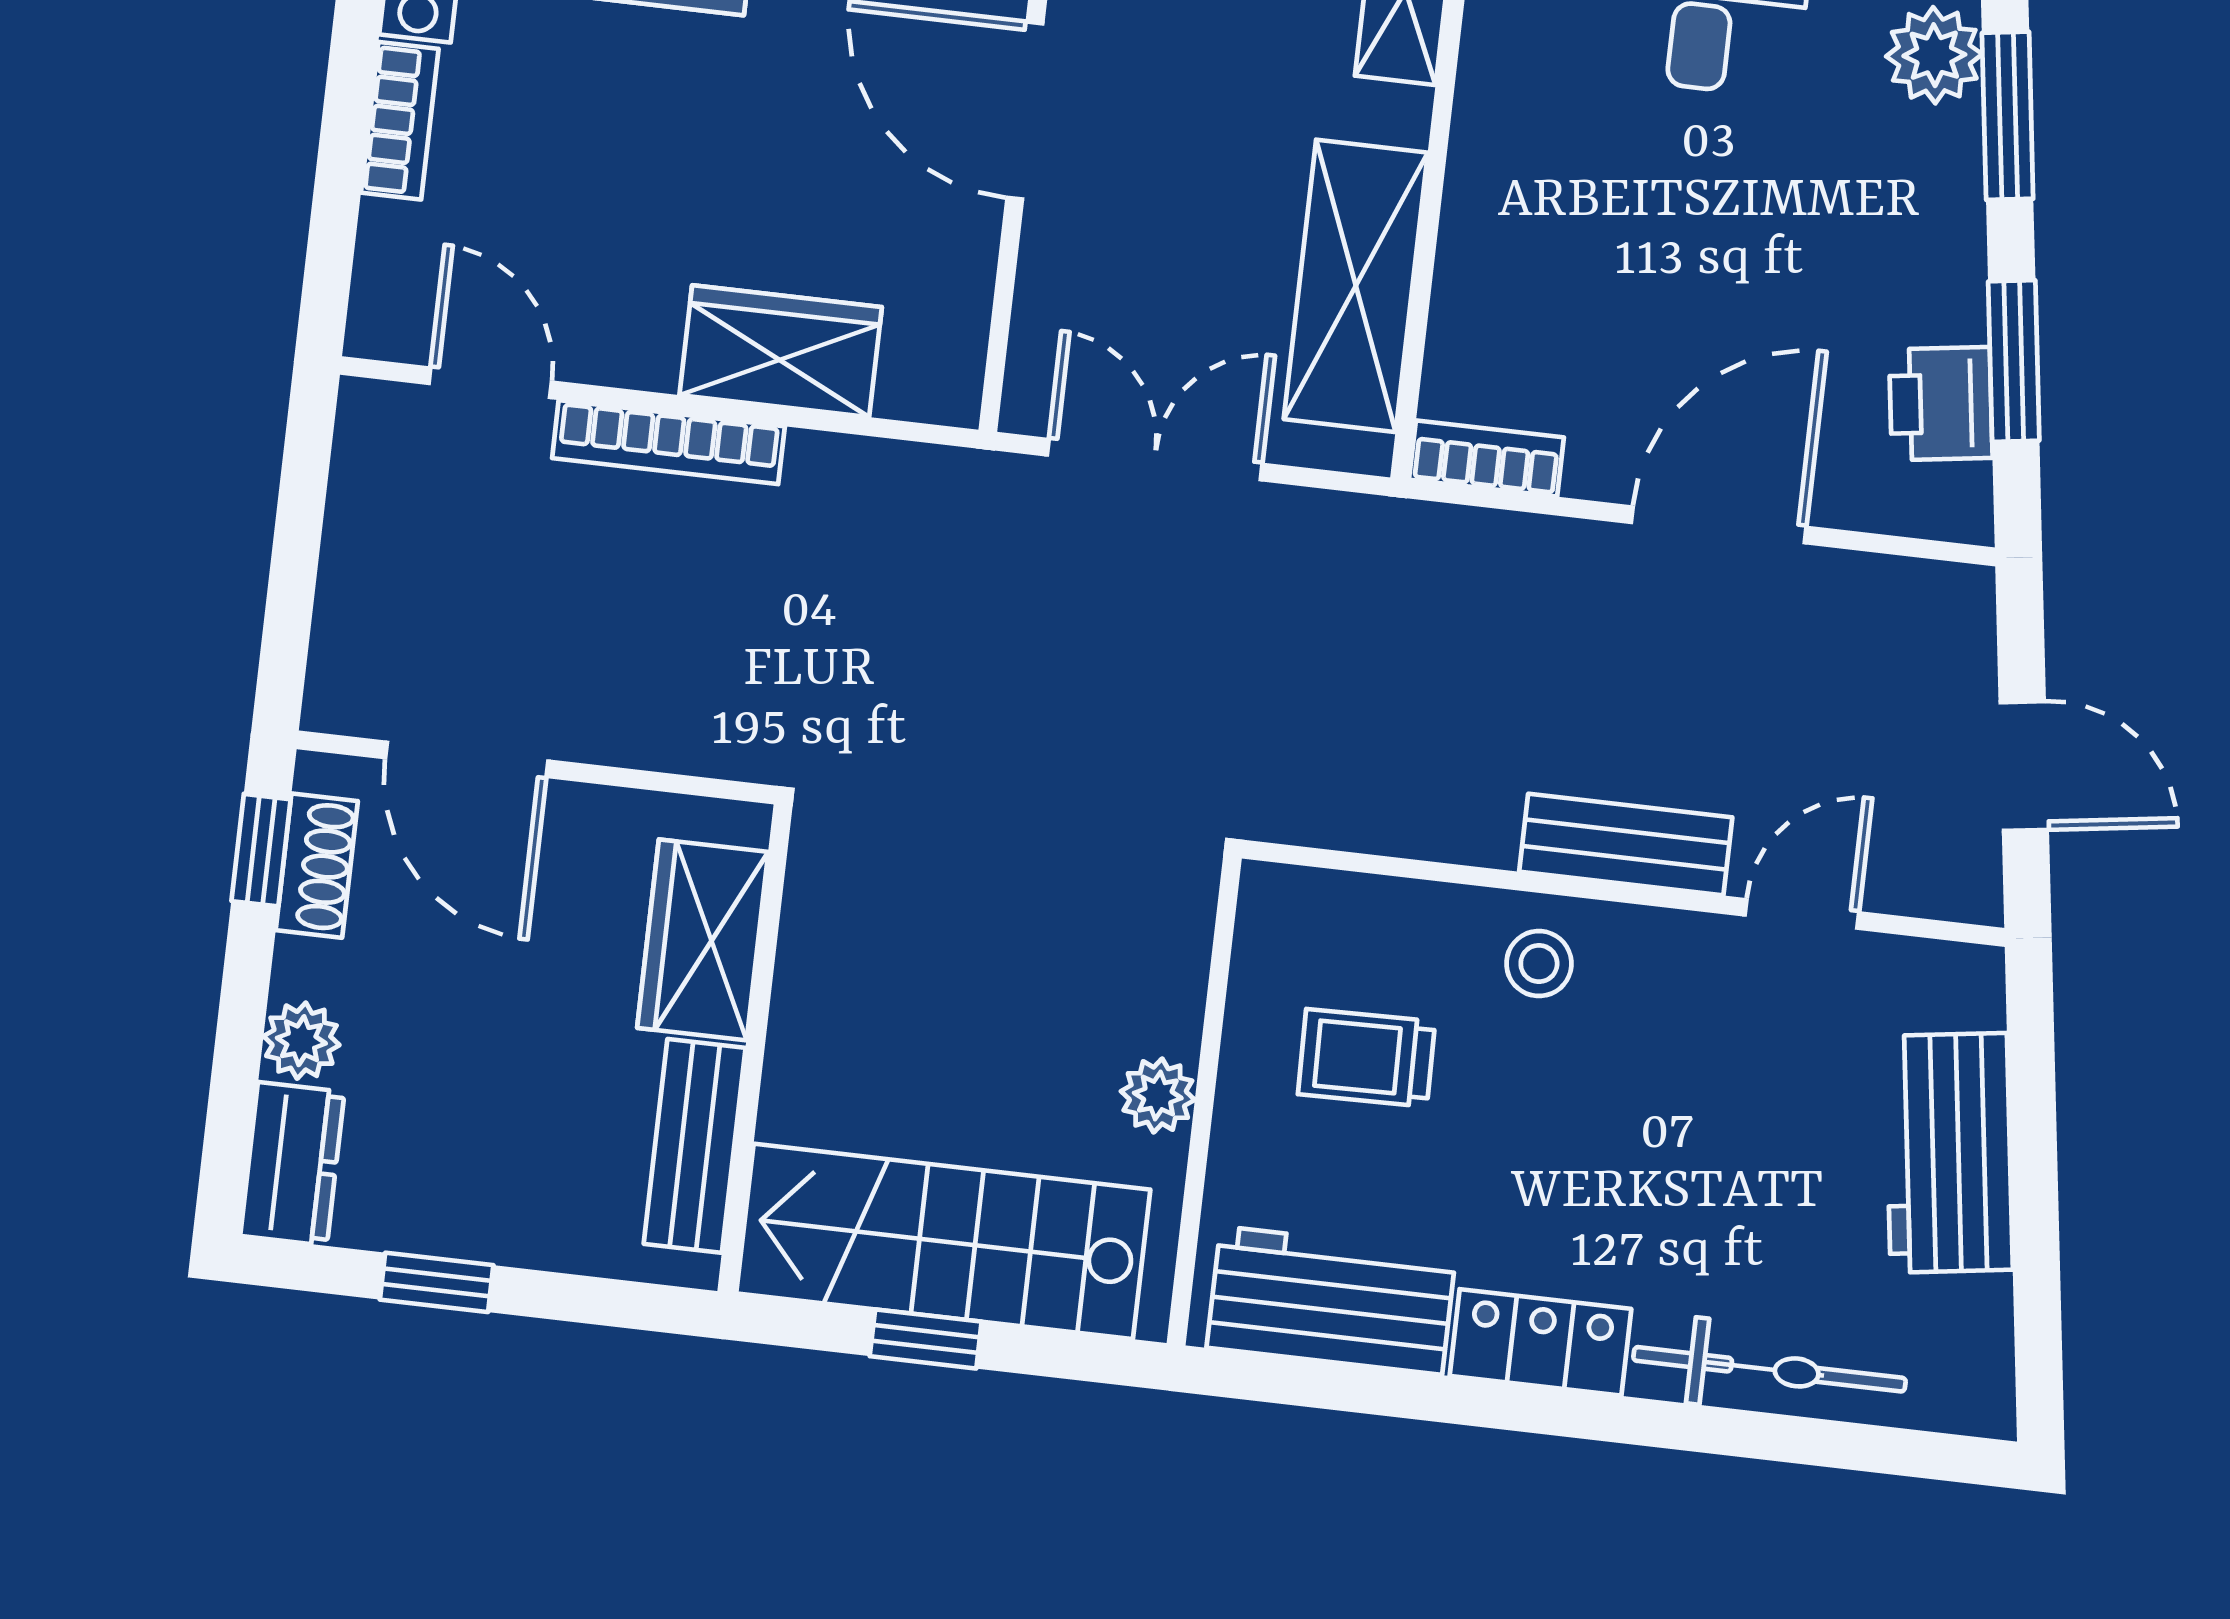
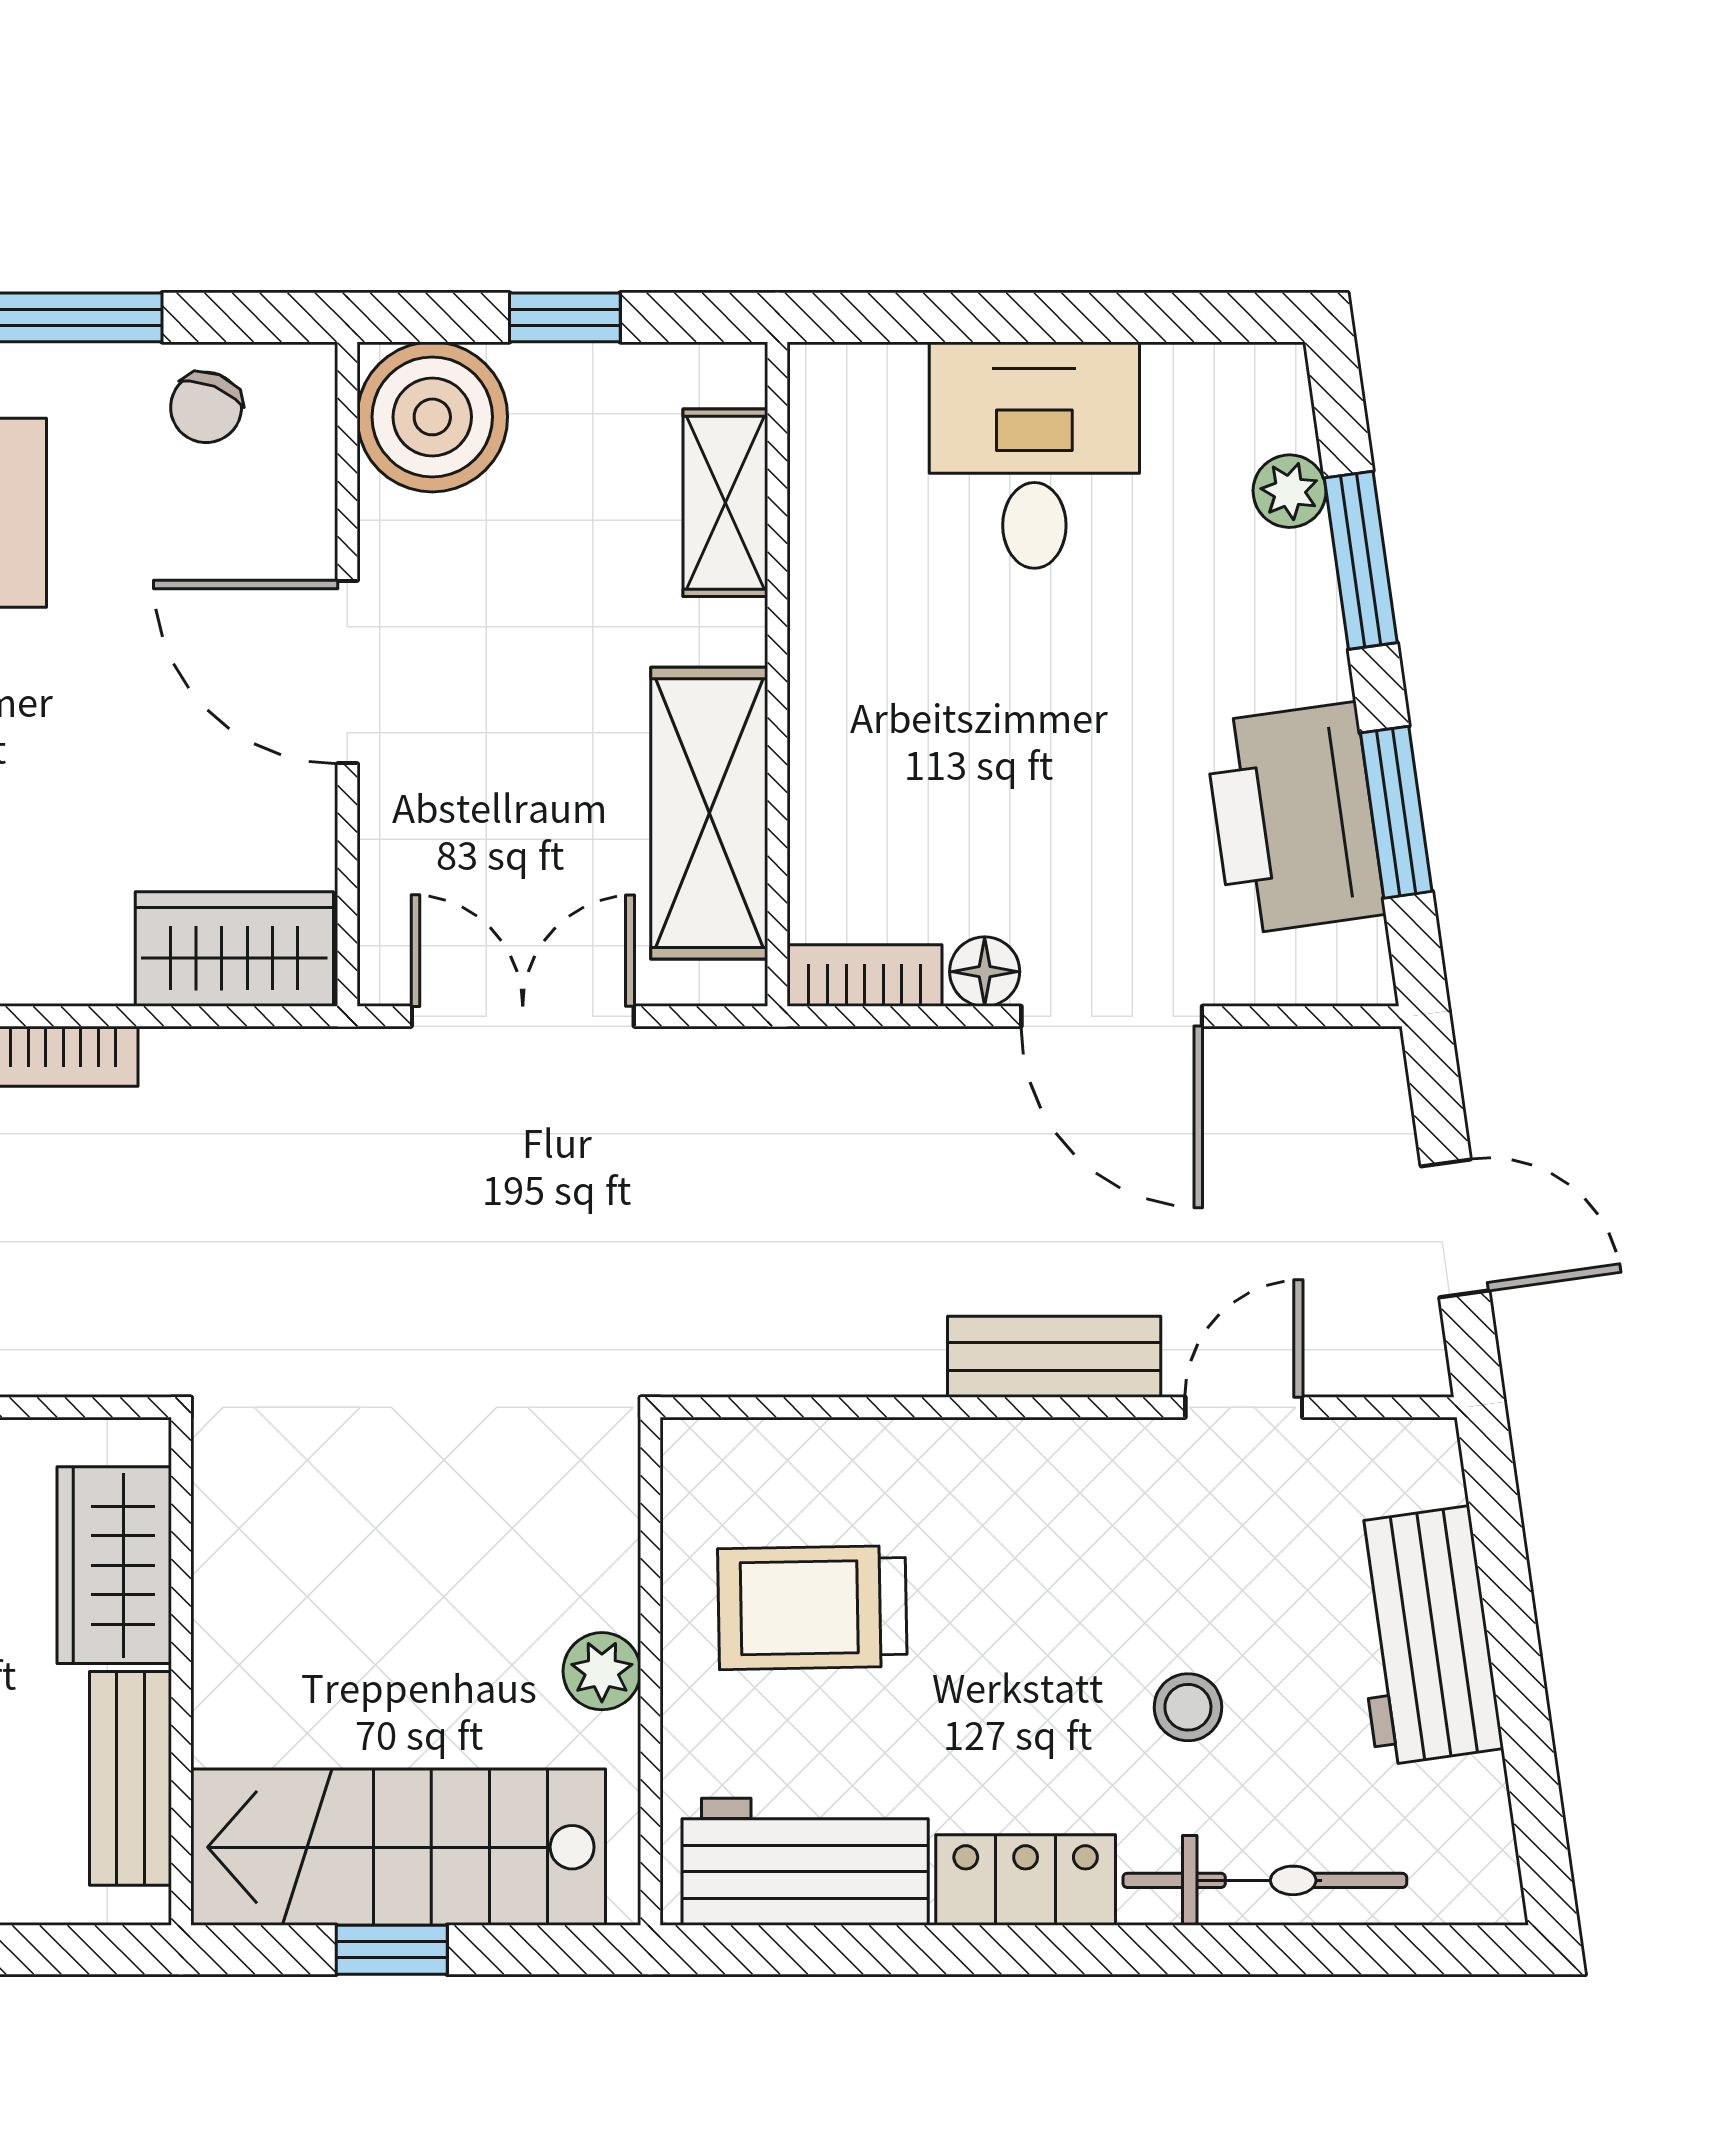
plant: (1934, 55) -> (1290, 491), width x0.73, depth x0.73
wardrobe: (781, 351) -> (234, 949), moved
printer: (1941, 404) -> (1294, 819), width x1.87, depth x1.48
floor lamp: (1602, 468) -> (985, 972), added
door: (1719, 525) -> (1112, 1016), swing flipped
stool: (1539, 964) -> (1188, 1707), moved
trolley: (1366, 1058) -> (812, 1608), width x1.36, depth x1.39

